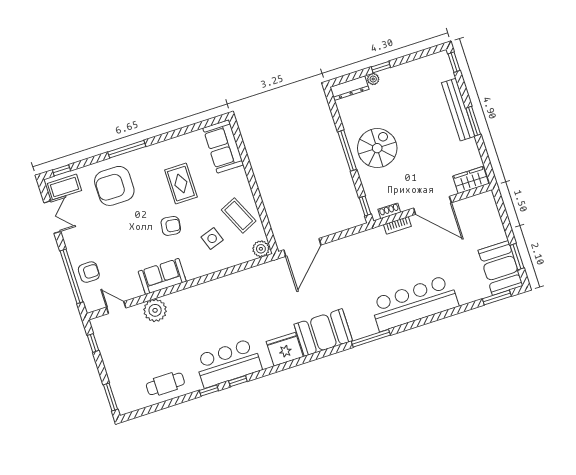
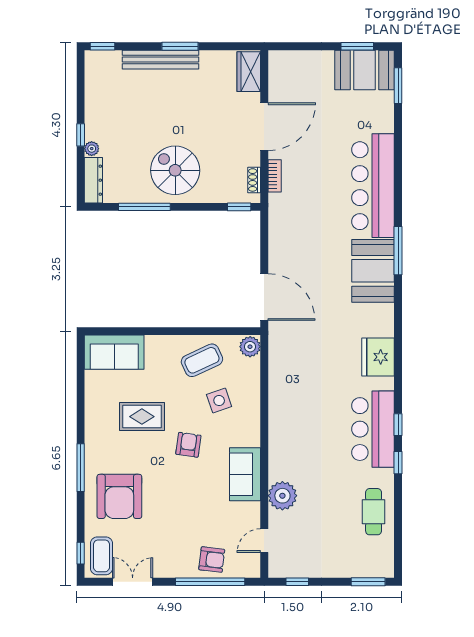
window: (347, 151) -> (144, 207), moved
armchair: (89, 272) -> (212, 560), turned 97
booth: (323, 332) -> (373, 271), moved

